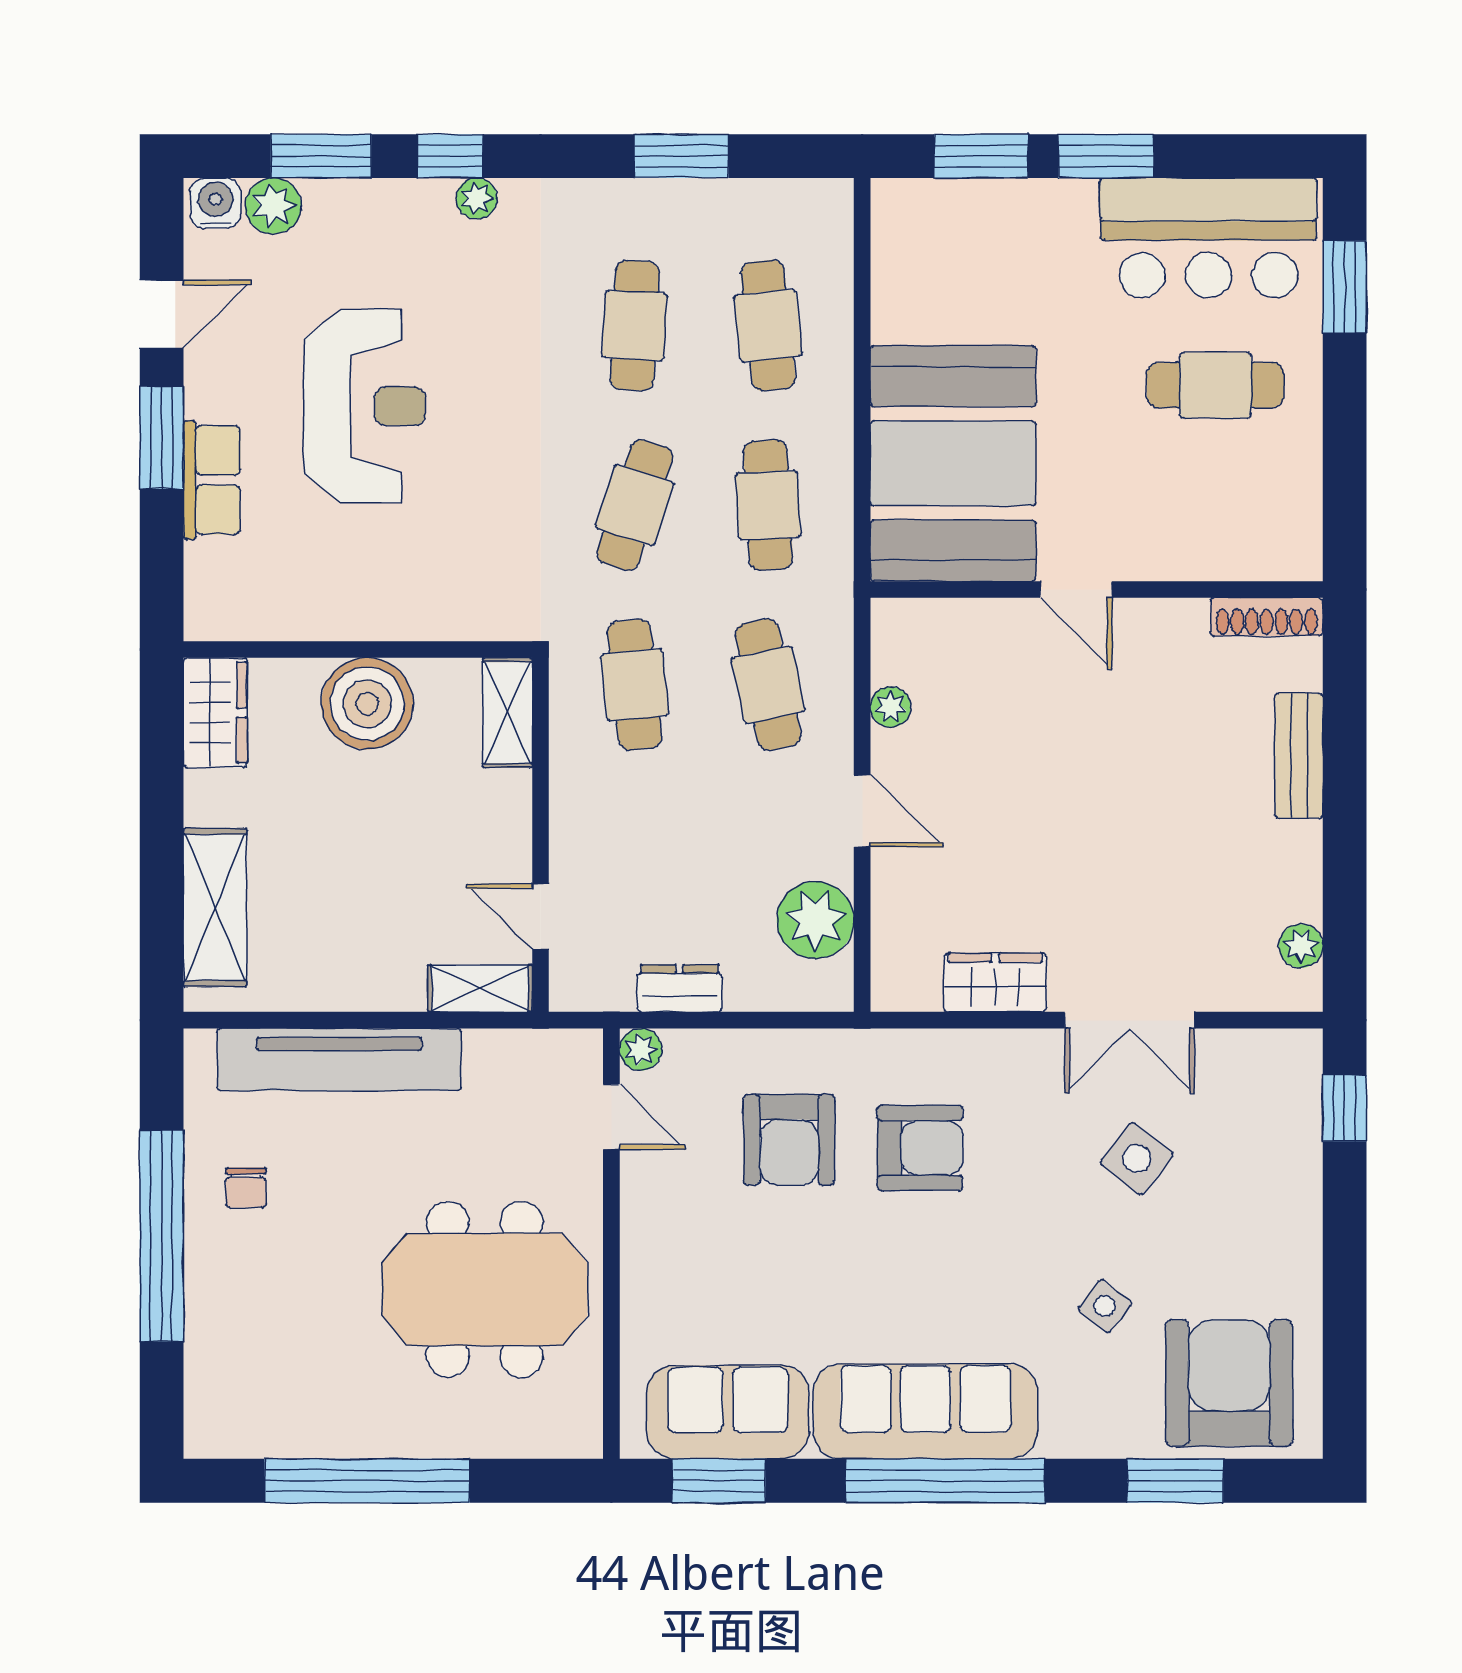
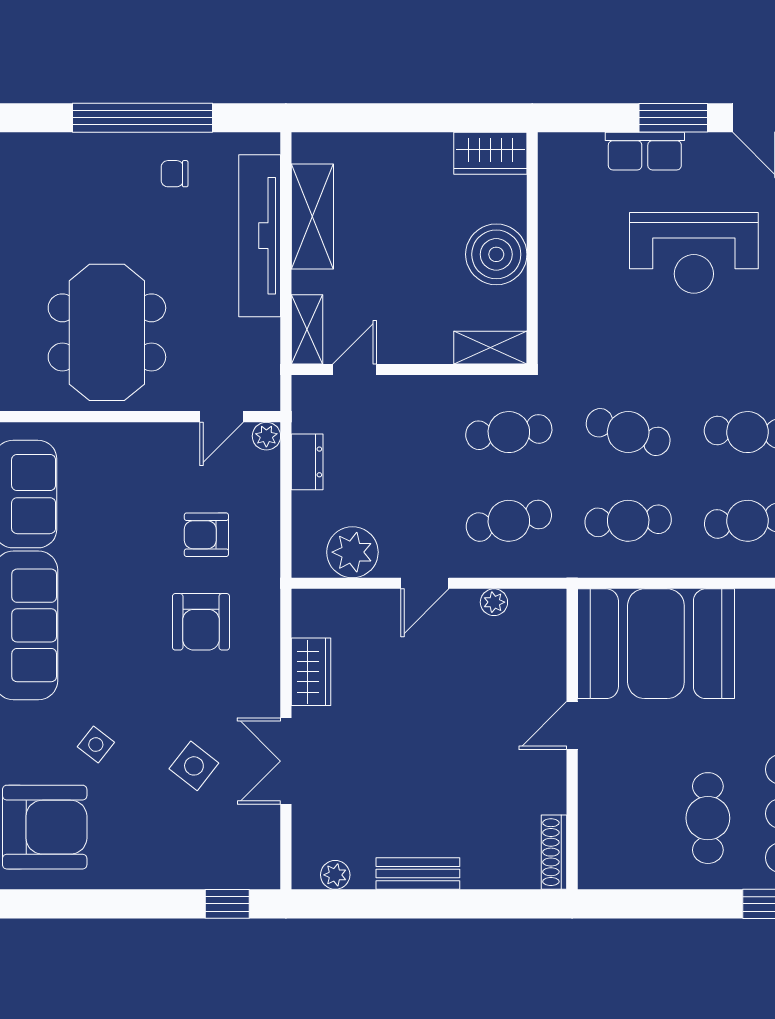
bench: (1299, 756) -> (418, 874), moved
shelving: (215, 907) -> (312, 217), moved, turned 90
armchair: (789, 1140) -> (206, 535), width x0.72, depth x0.72

